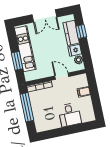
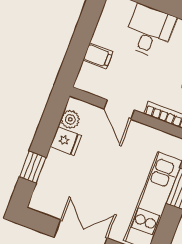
kitchen counter: (71, 33) -> (52, 176), removed

